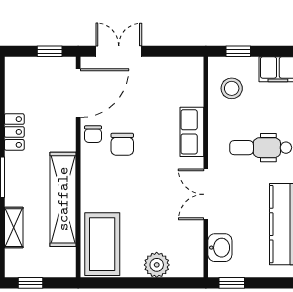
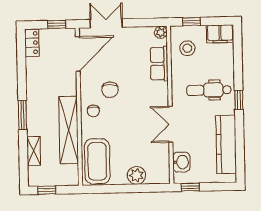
plant: (195, 65) -> (161, 32), added
locker: (14, 132) -> (32, 43), moved
row of seats: (192, 132) -> (159, 64), moved
chair: (93, 134) -> (93, 111), moved

